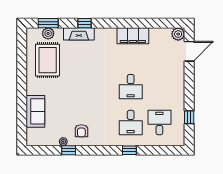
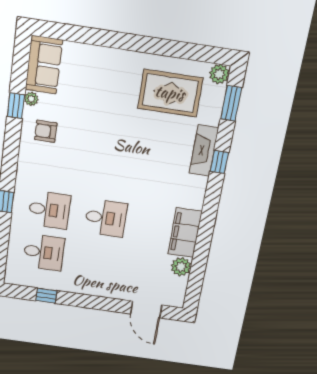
plant: (48, 33) -> (219, 74), moved
plant: (178, 34) -> (181, 267), moved
desk: (131, 87) -> (106, 218), turned 180
sofa: (35, 111) -> (44, 65), moved, turned -90
desk: (131, 123) -> (49, 210), turned 180

